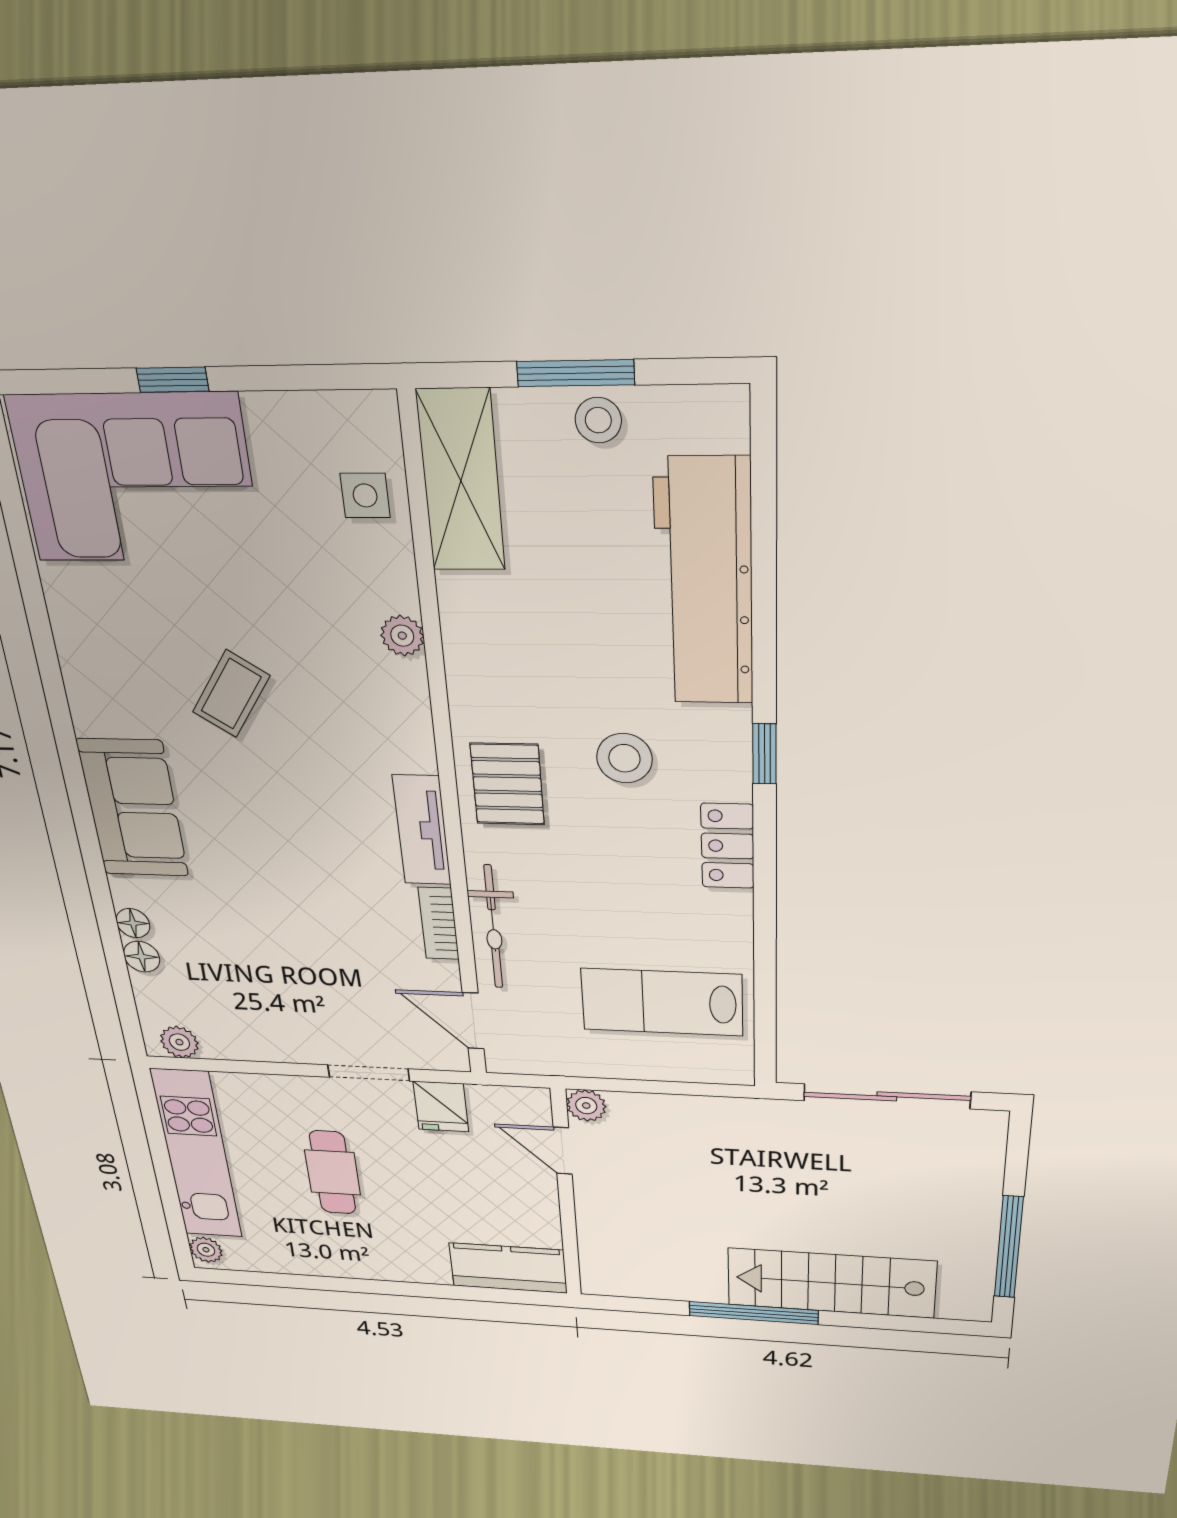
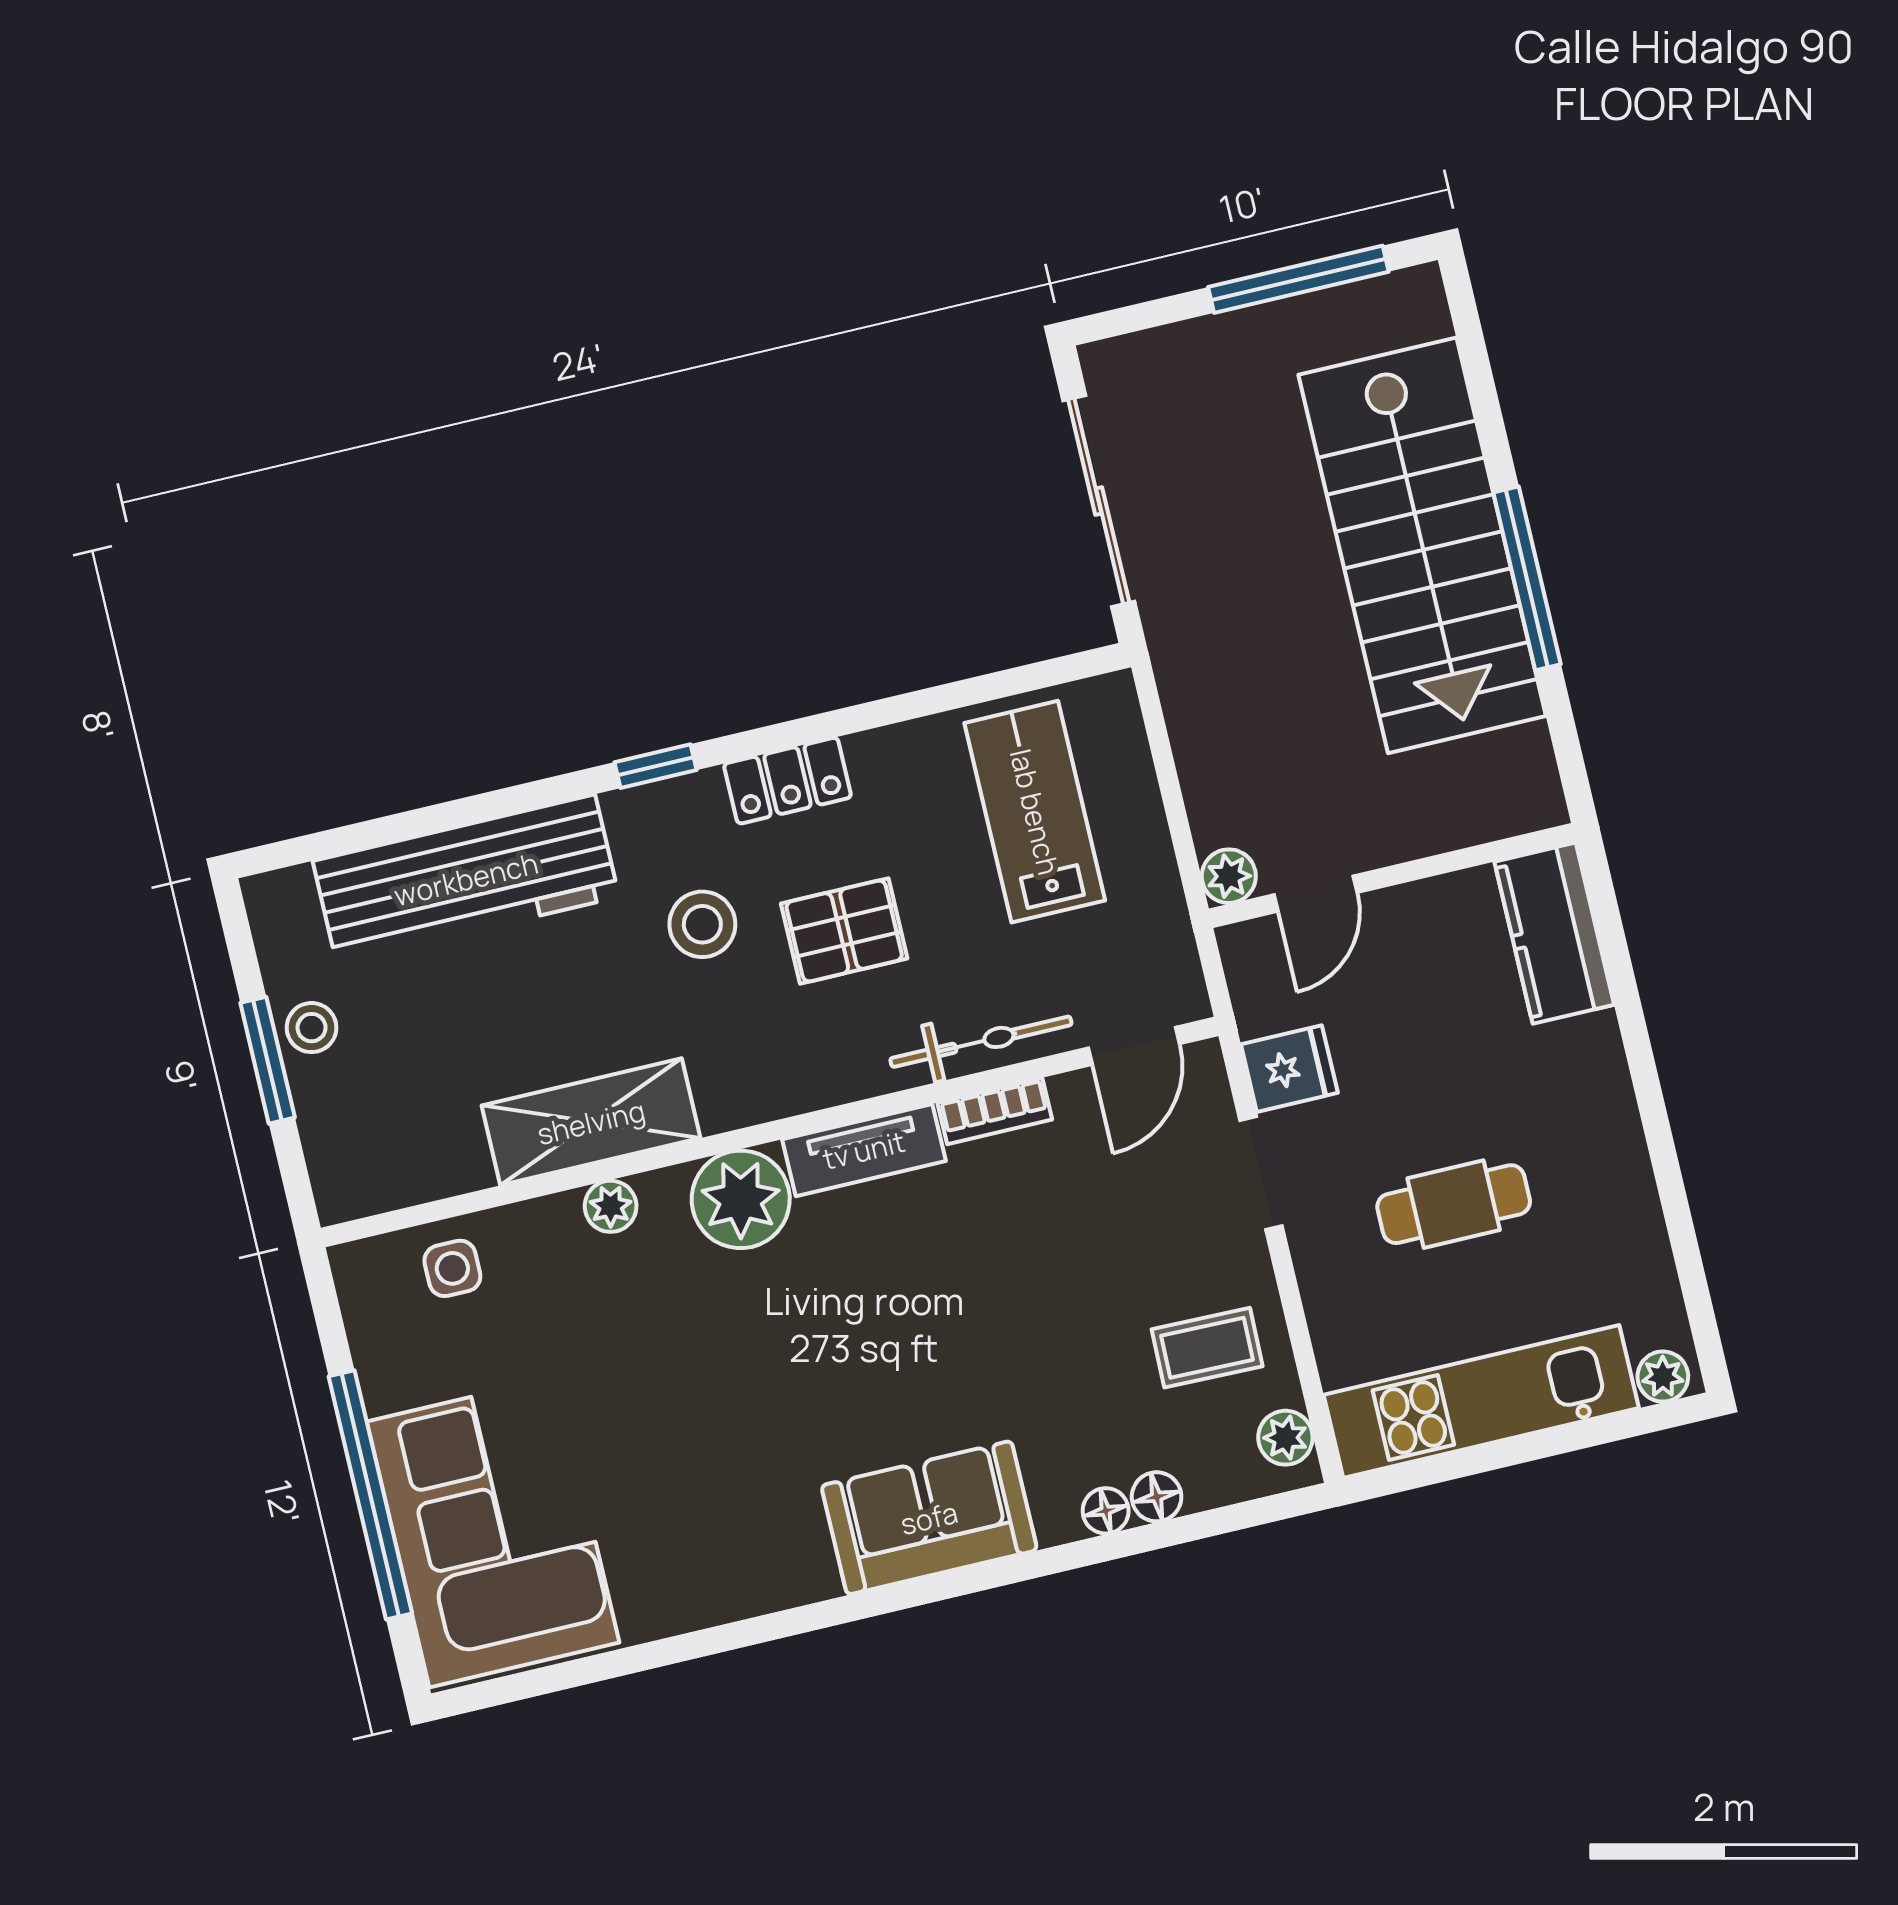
window: (173, 380) -> (370, 1495), width x3.17
shelving: (461, 481) -> (591, 1122), moved
coffee table: (231, 694) -> (1207, 1348), moved, turned -33
plant: (395, 735) -> (741, 1199), added
pallet: (507, 784) -> (844, 931), moved
lab bench: (662, 1002) -> (1035, 812), turned 180
stairs: (831, 1283) -> (1422, 545), width x1.36, depth x1.51

